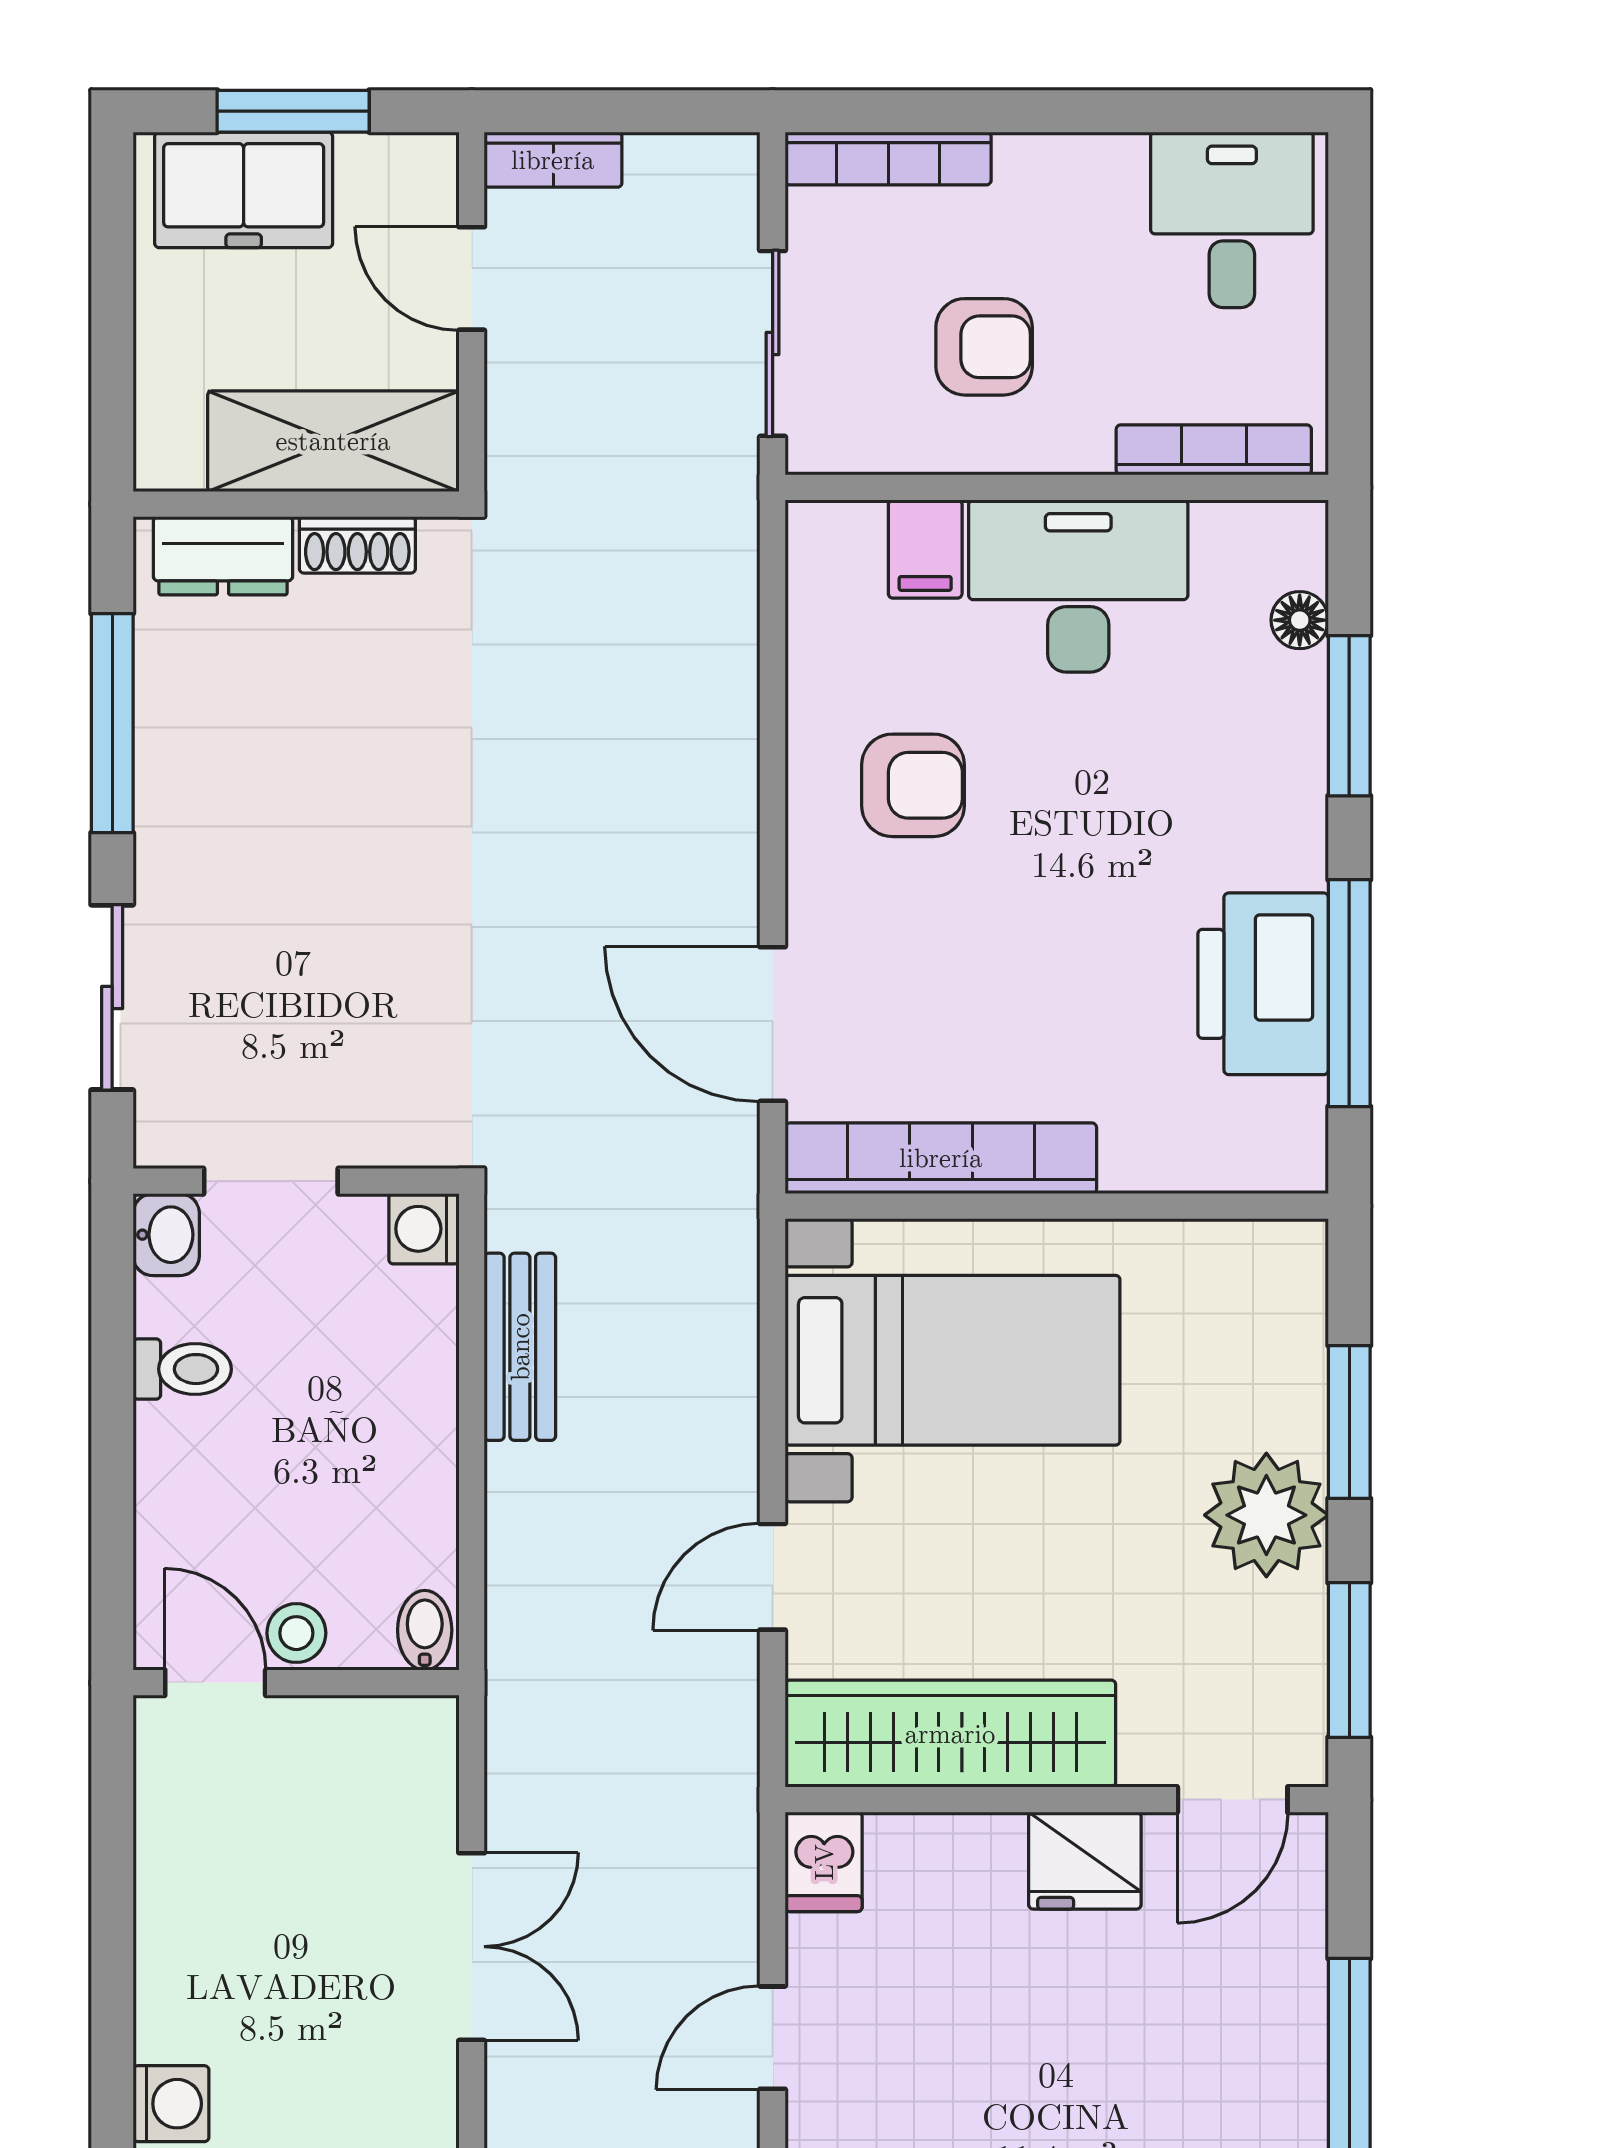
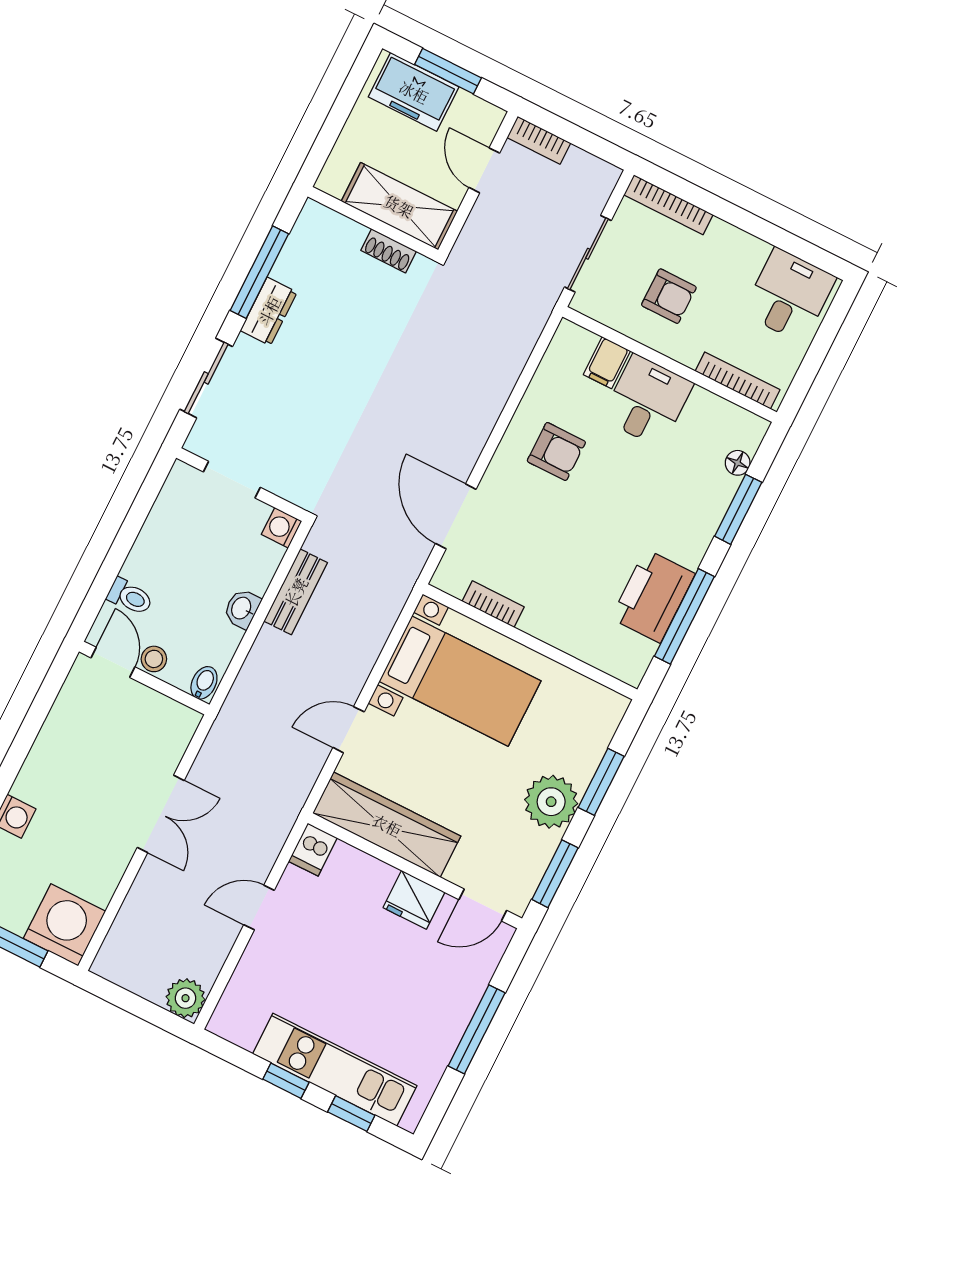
dresser: (223, 556) -> (269, 311), moved, turned -90
desk: (1078, 586) -> (647, 401), width x0.73
bookcase: (941, 1158) -> (493, 604), width x0.43, depth x0.76
washbasin: (166, 1235) -> (242, 608), moved, turned 180
toilet: (182, 1369) -> (130, 597), moved

